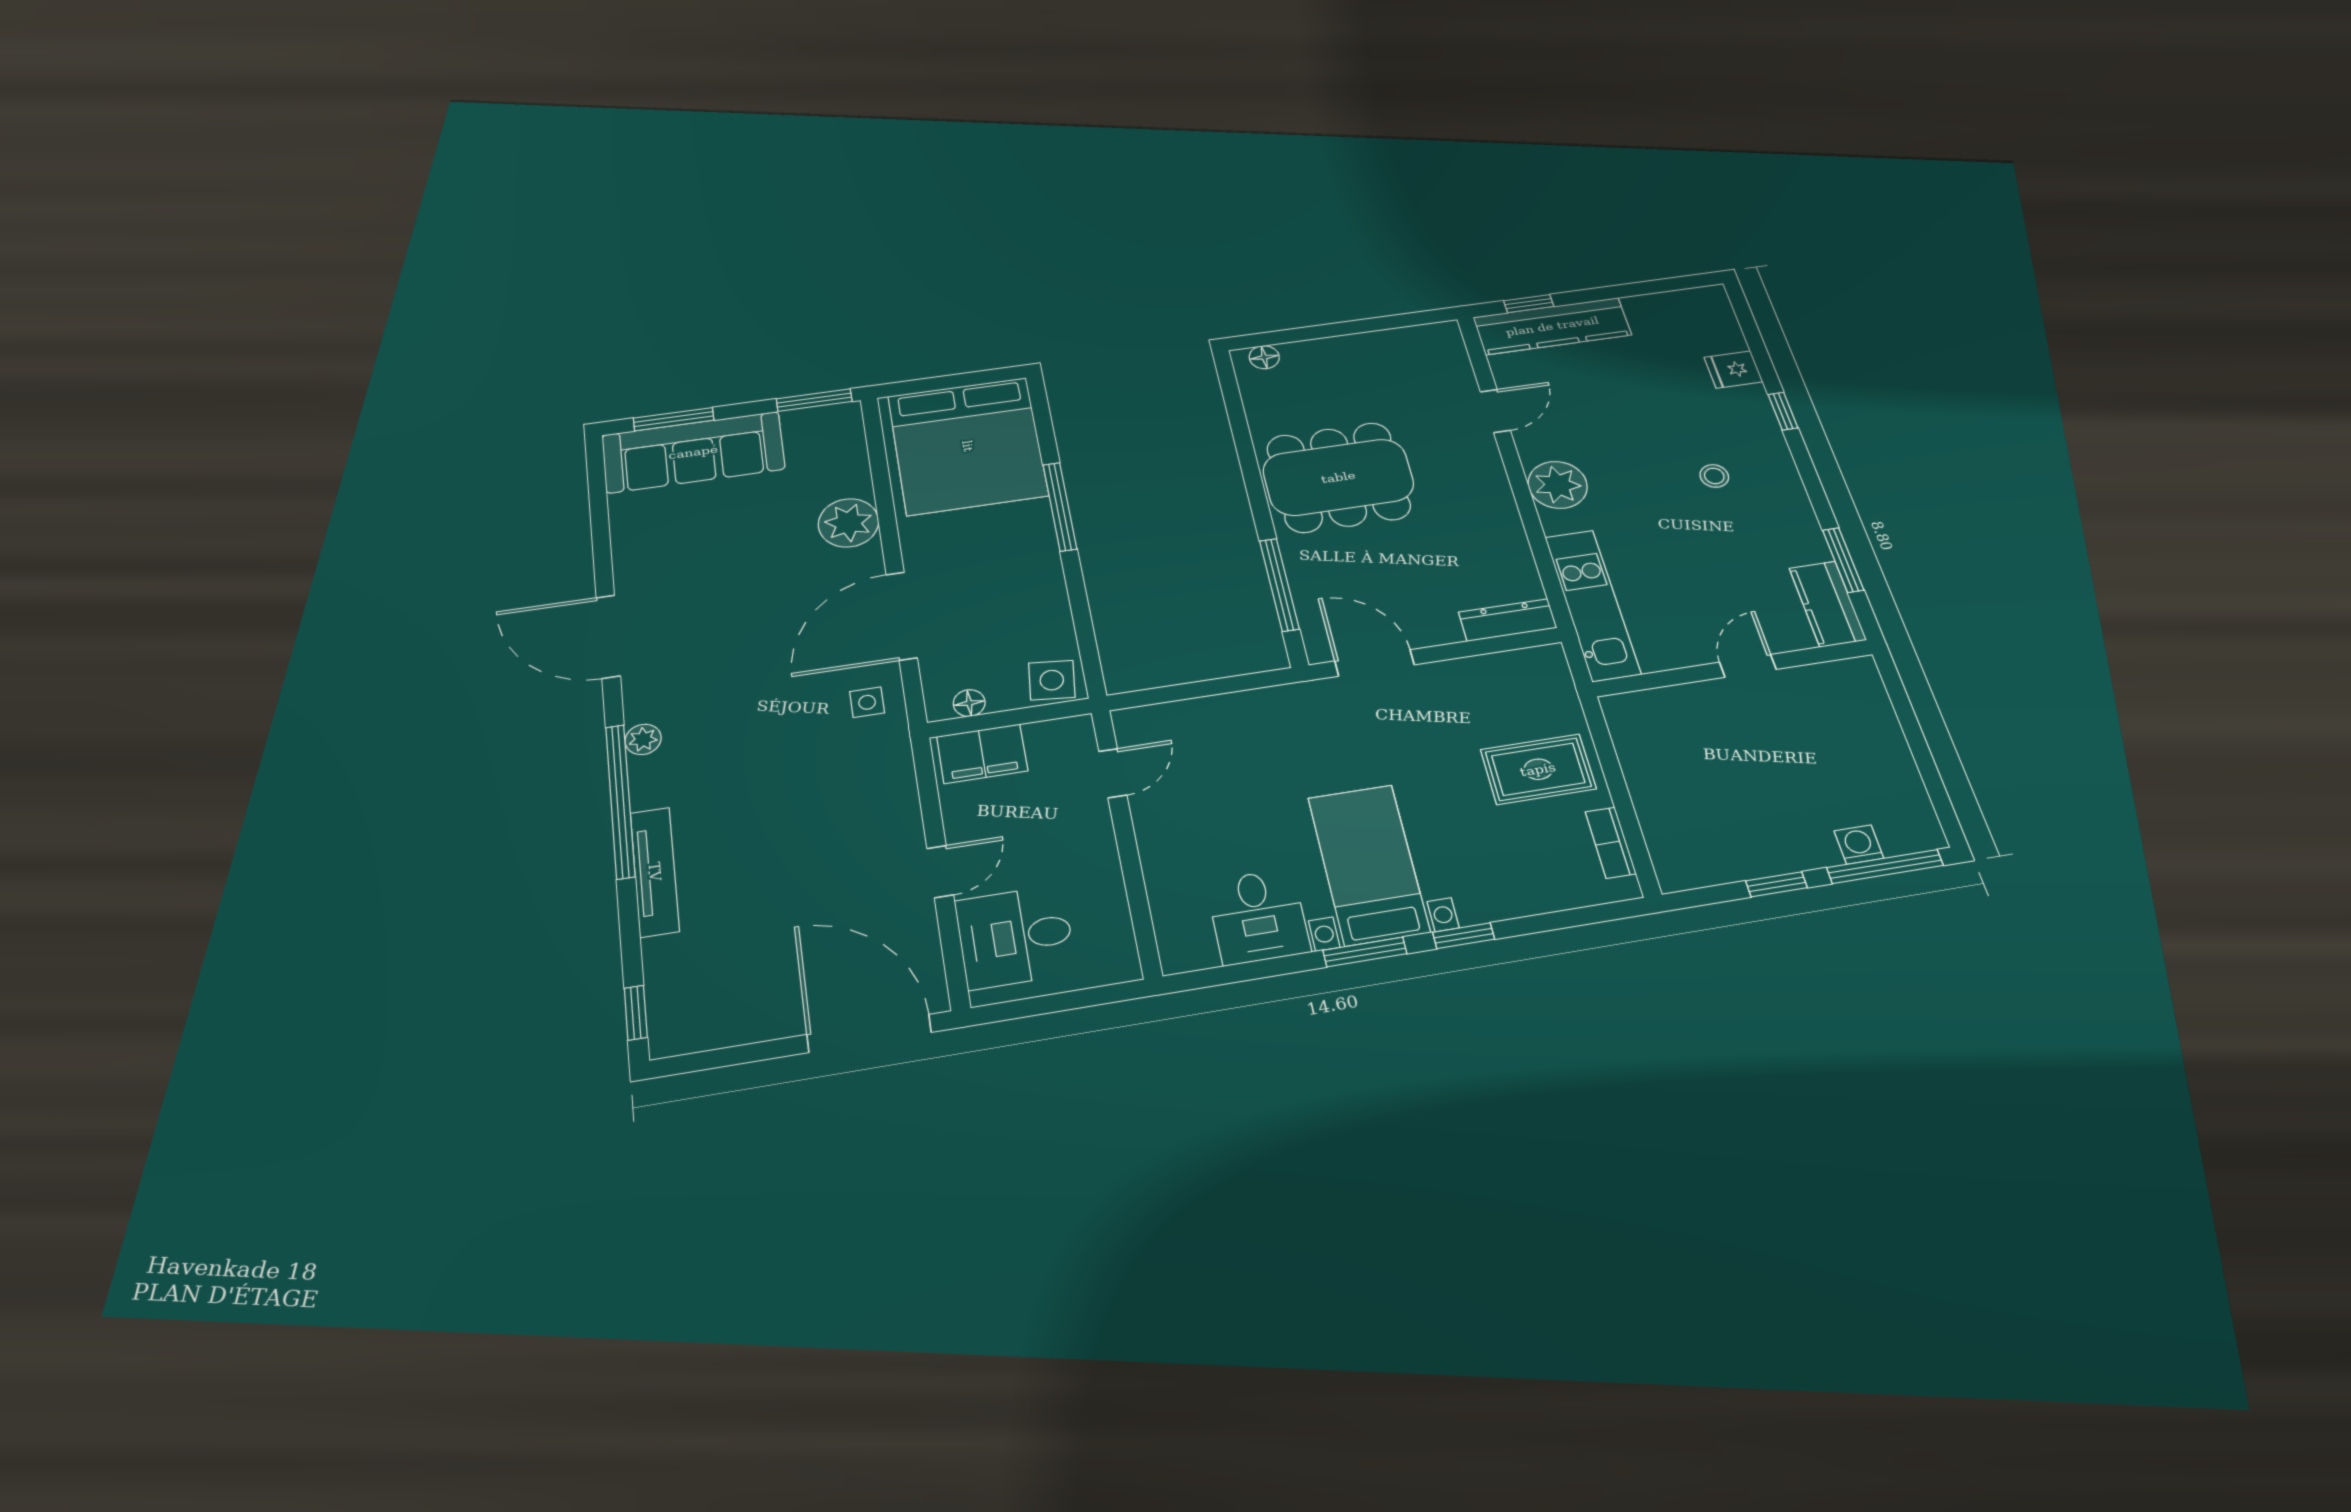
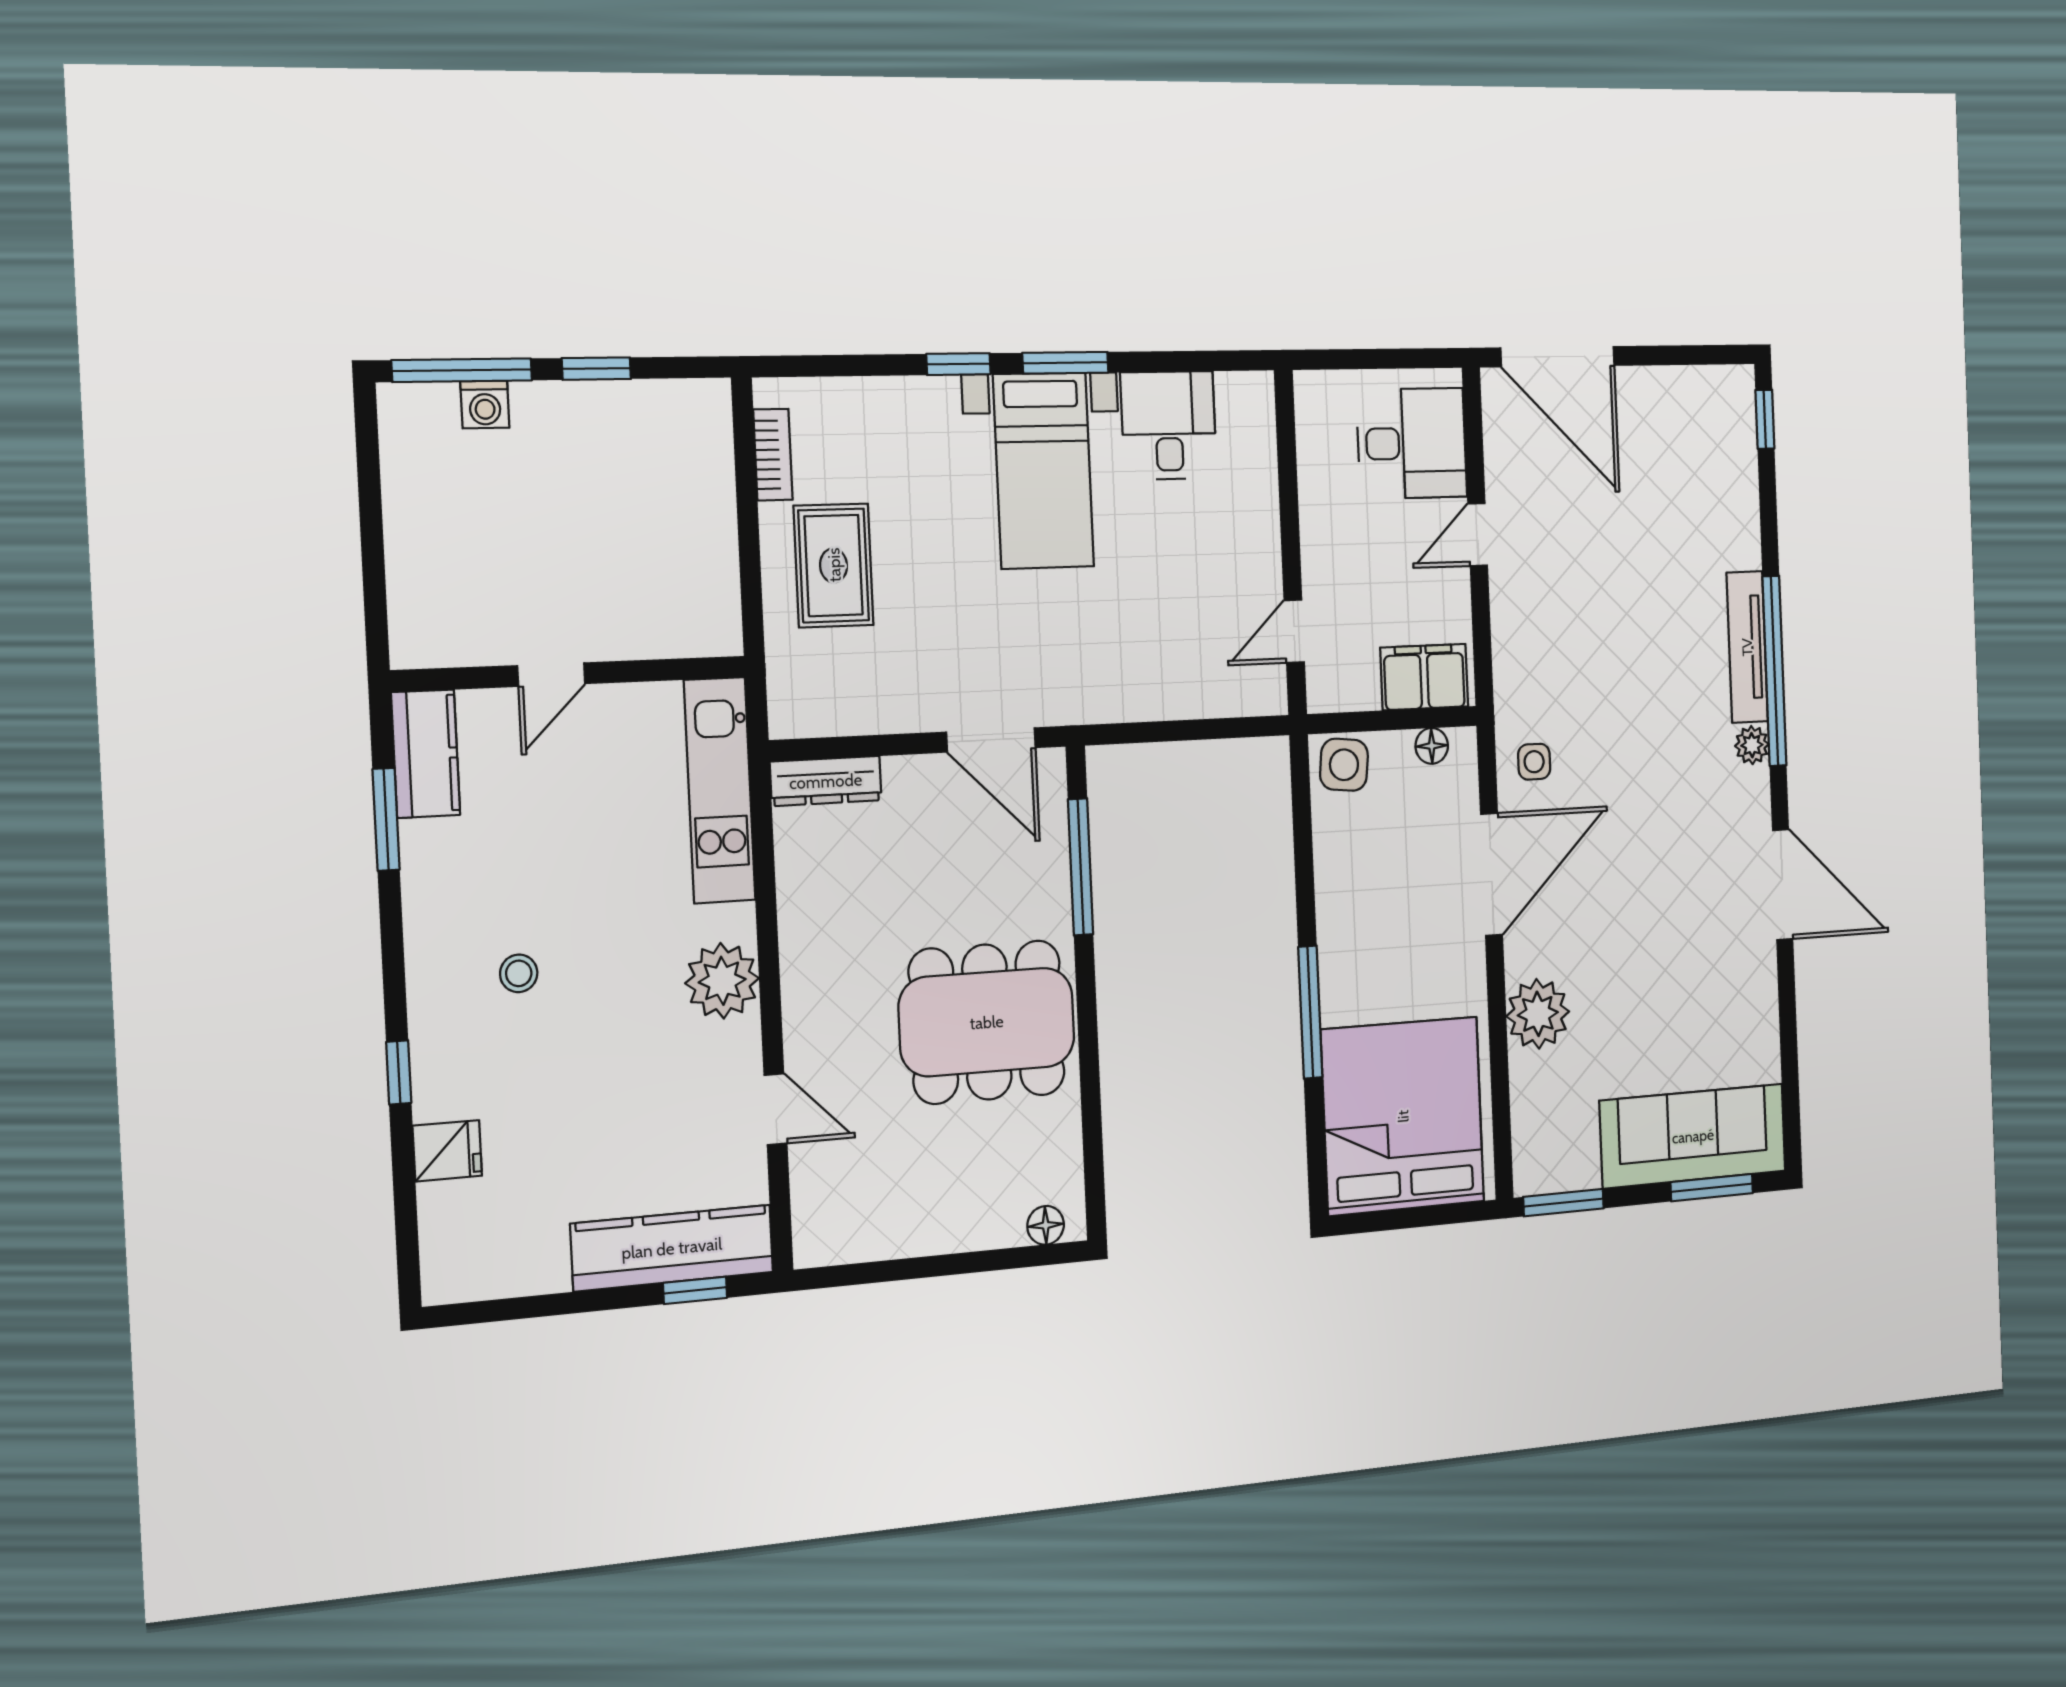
door: (1495, 411) -> (776, 1109), swing flipped
rug: (1538, 769) -> (834, 565), turned 90
tv unit: (655, 872) -> (1747, 647), moved

